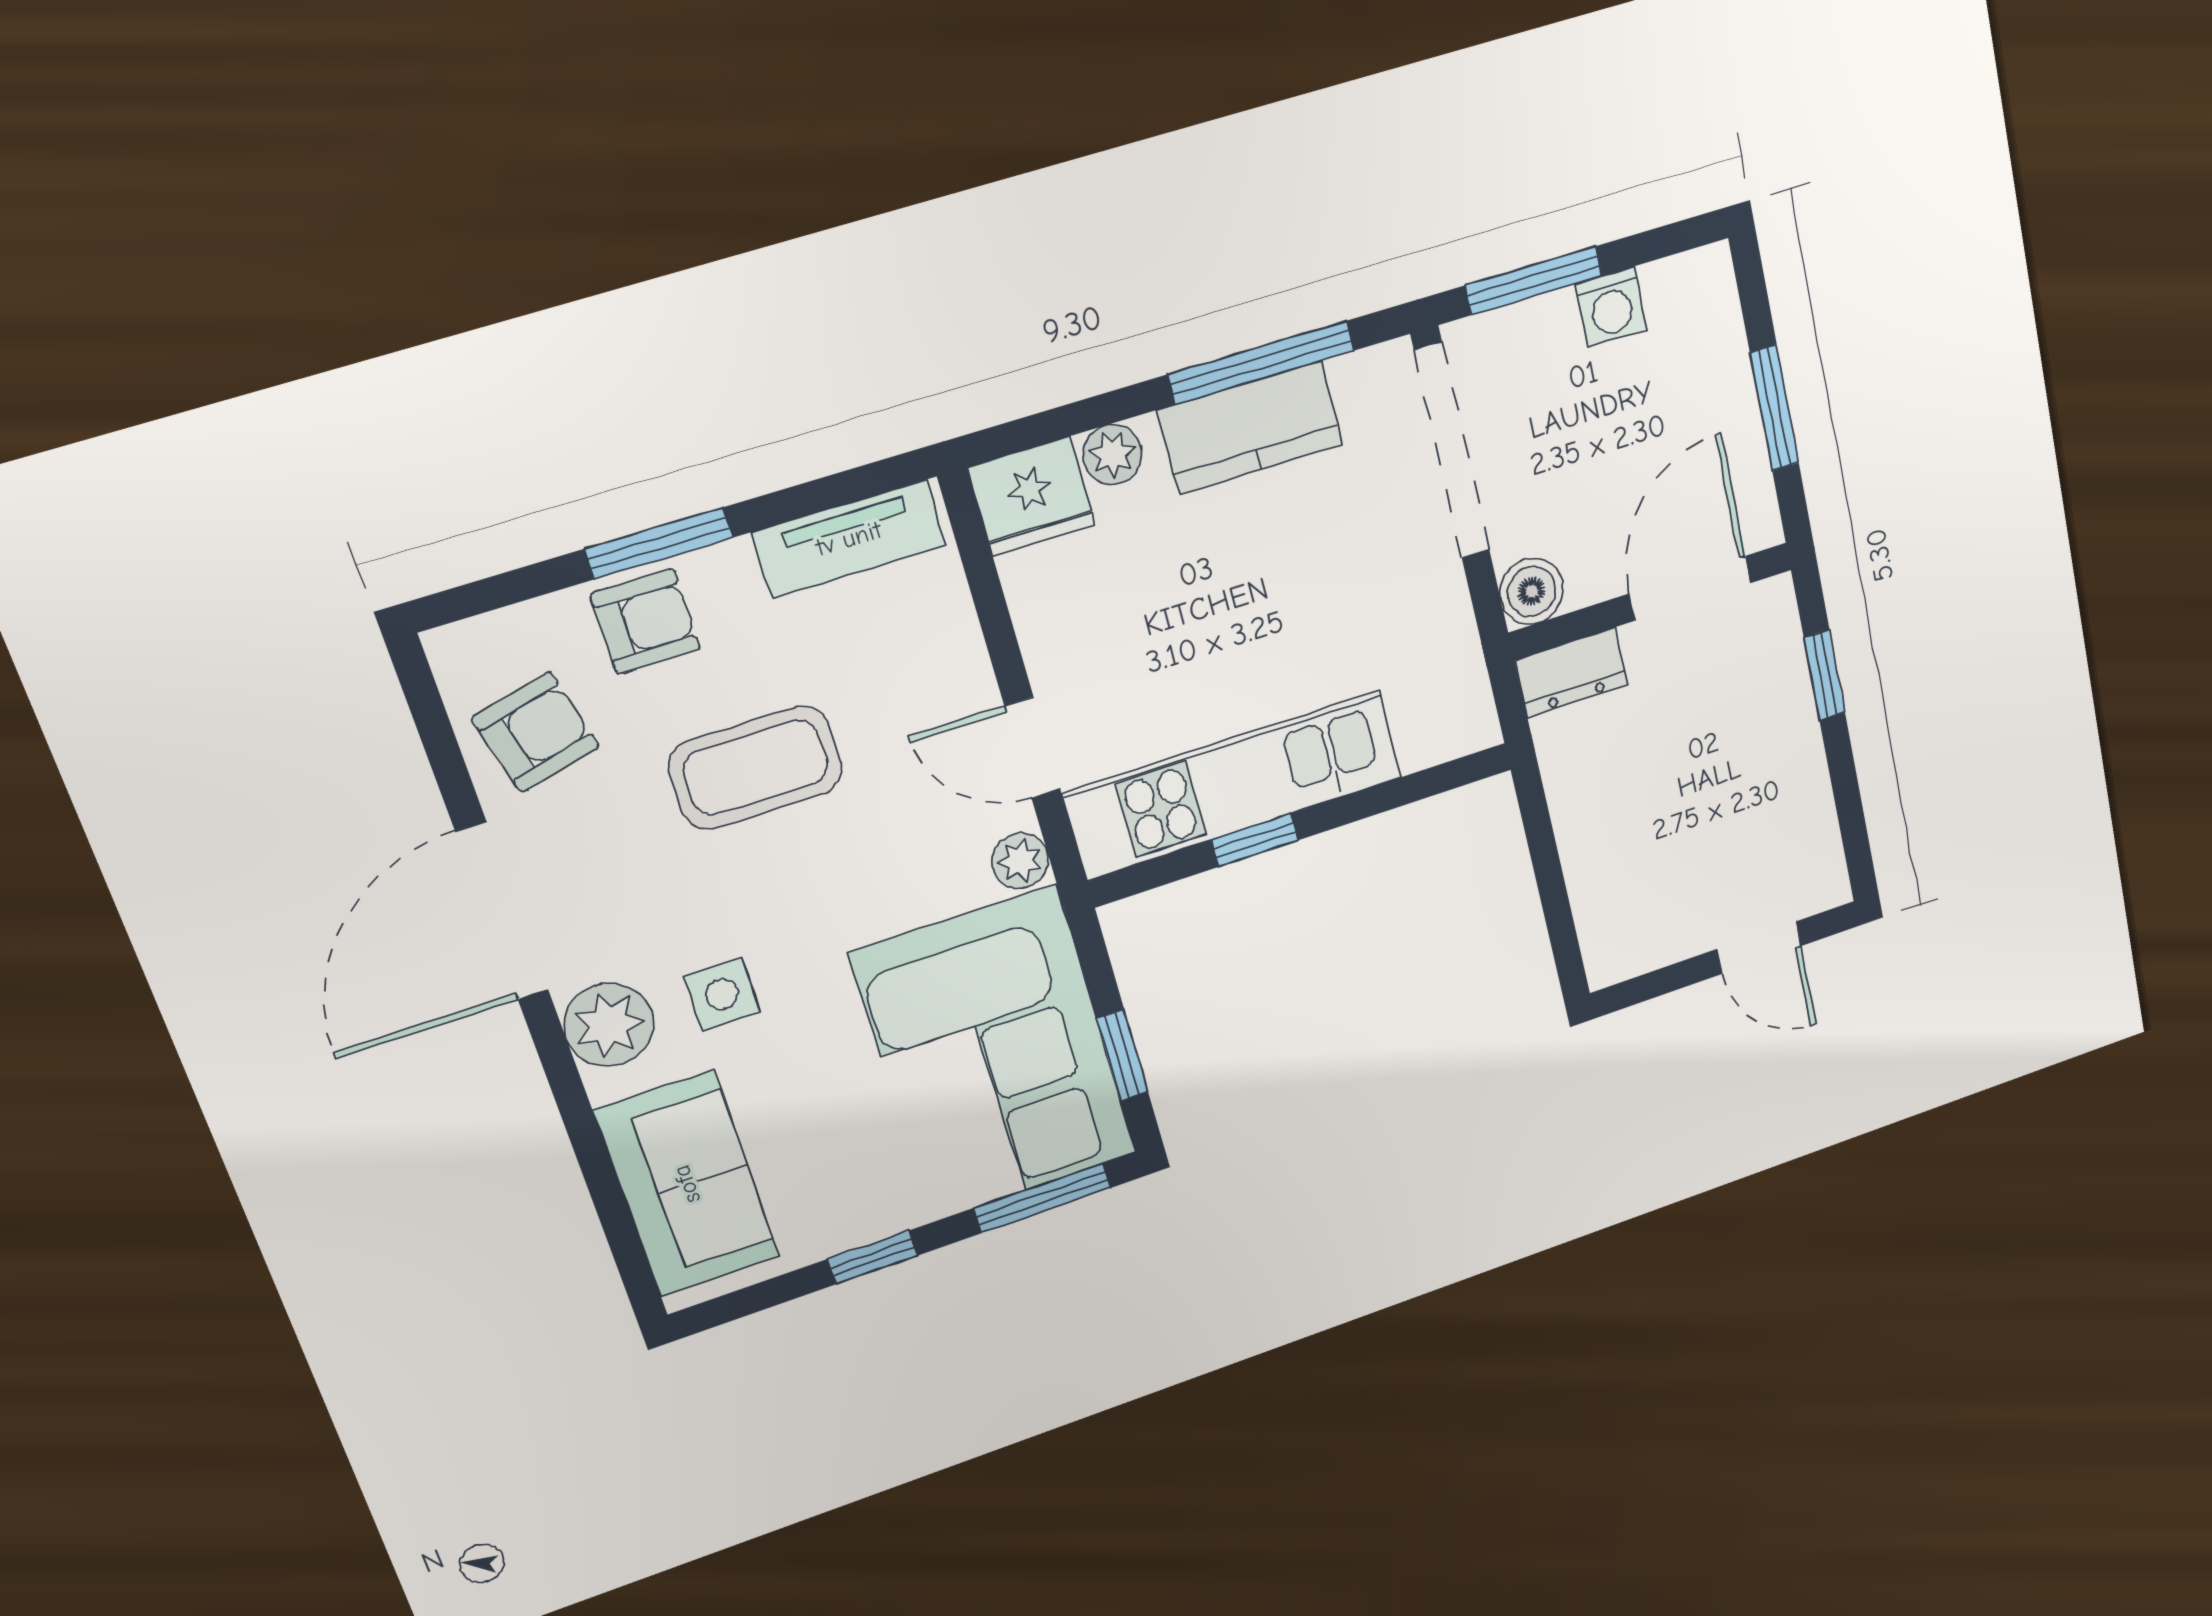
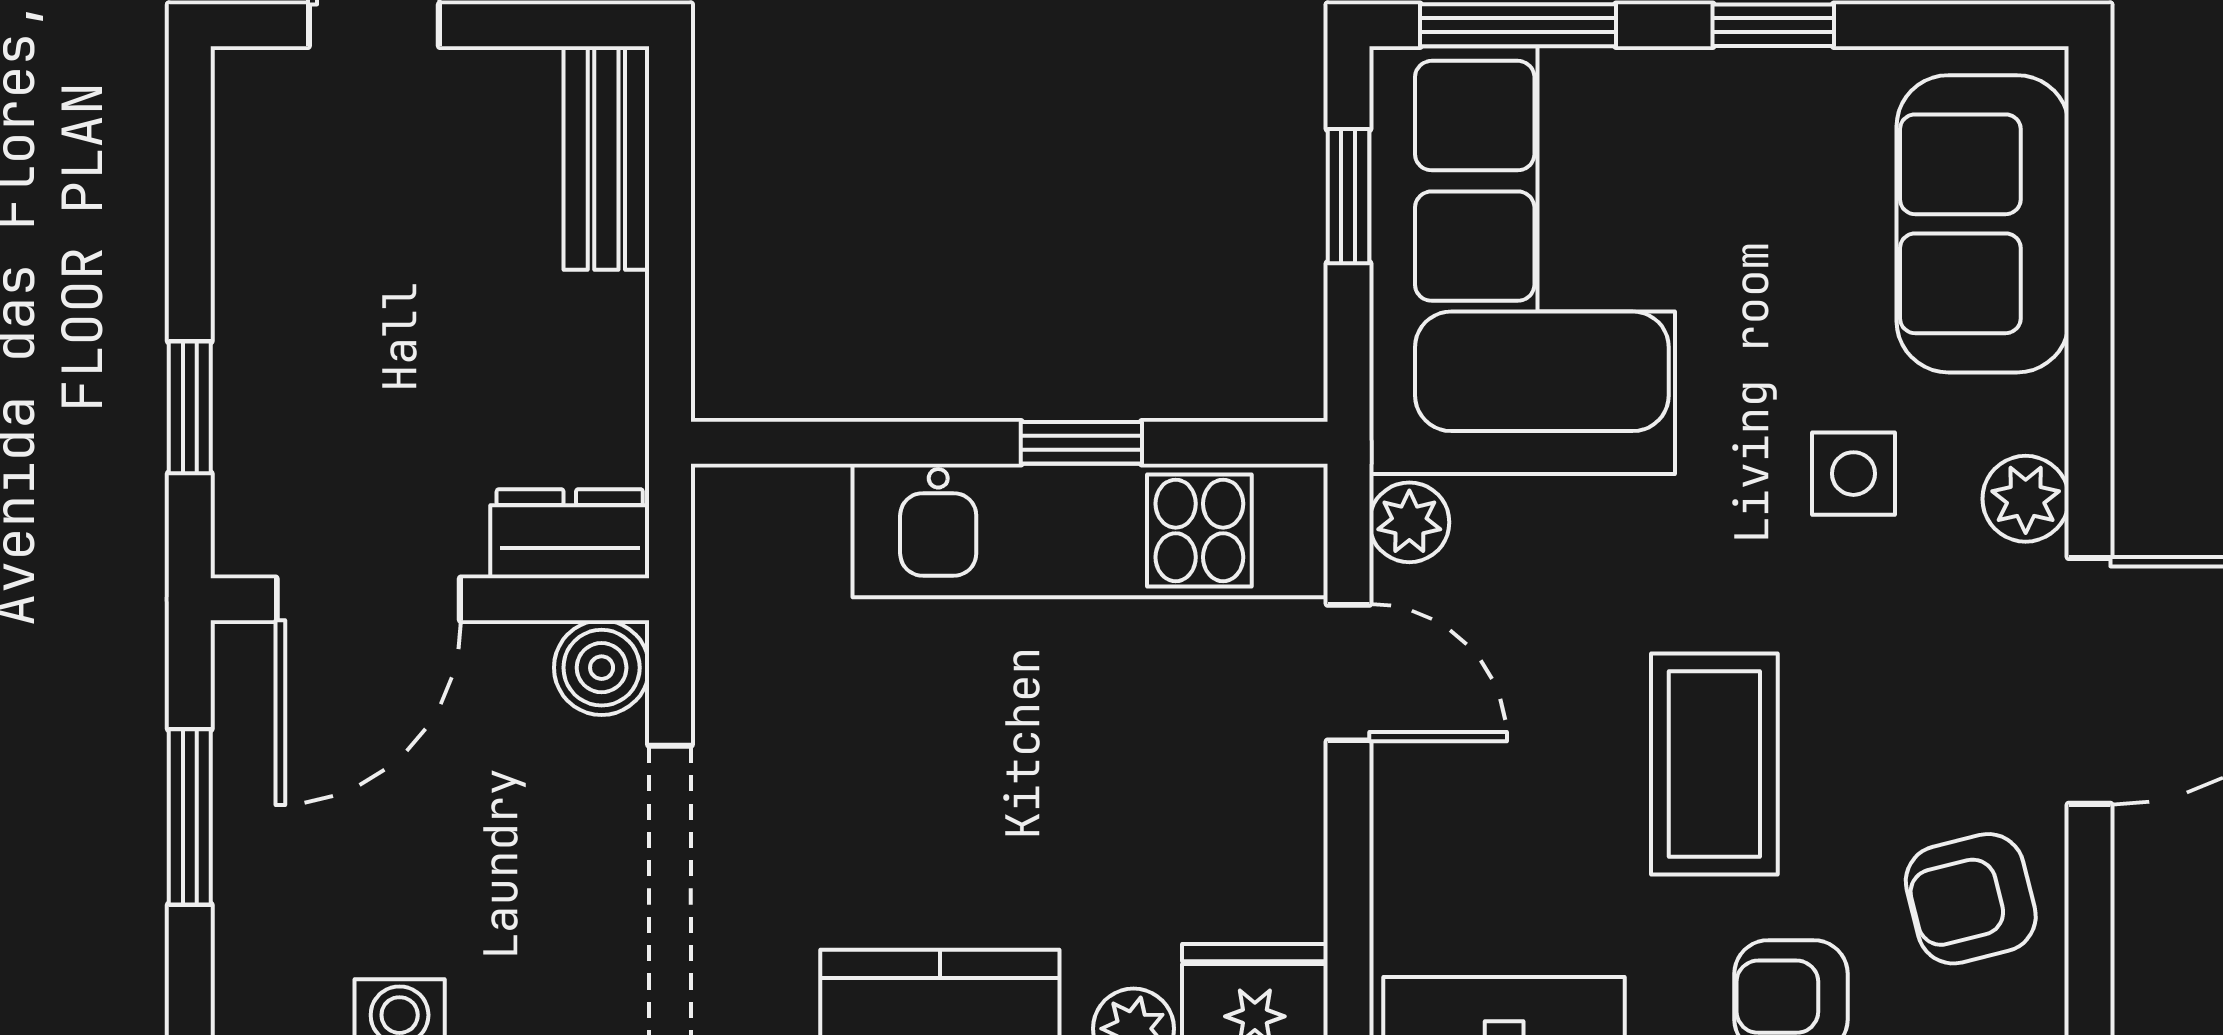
coffee table: (756, 768) -> (1714, 764), turned 90
bench: (1601, 916) -> (606, 158), added
plant: (609, 1025) -> (2026, 499), width x0.73, depth x0.73

